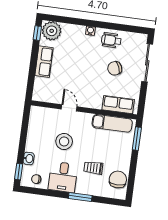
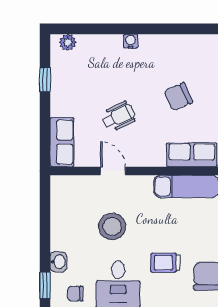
plant: (52, 31) -> (68, 42), width x0.53, depth x0.53
window: (37, 33) -> (45, 80), moved
wheelchair: (111, 40) -> (119, 116), moved, turned 153
row of seats: (44, 62) -> (62, 142), moved

